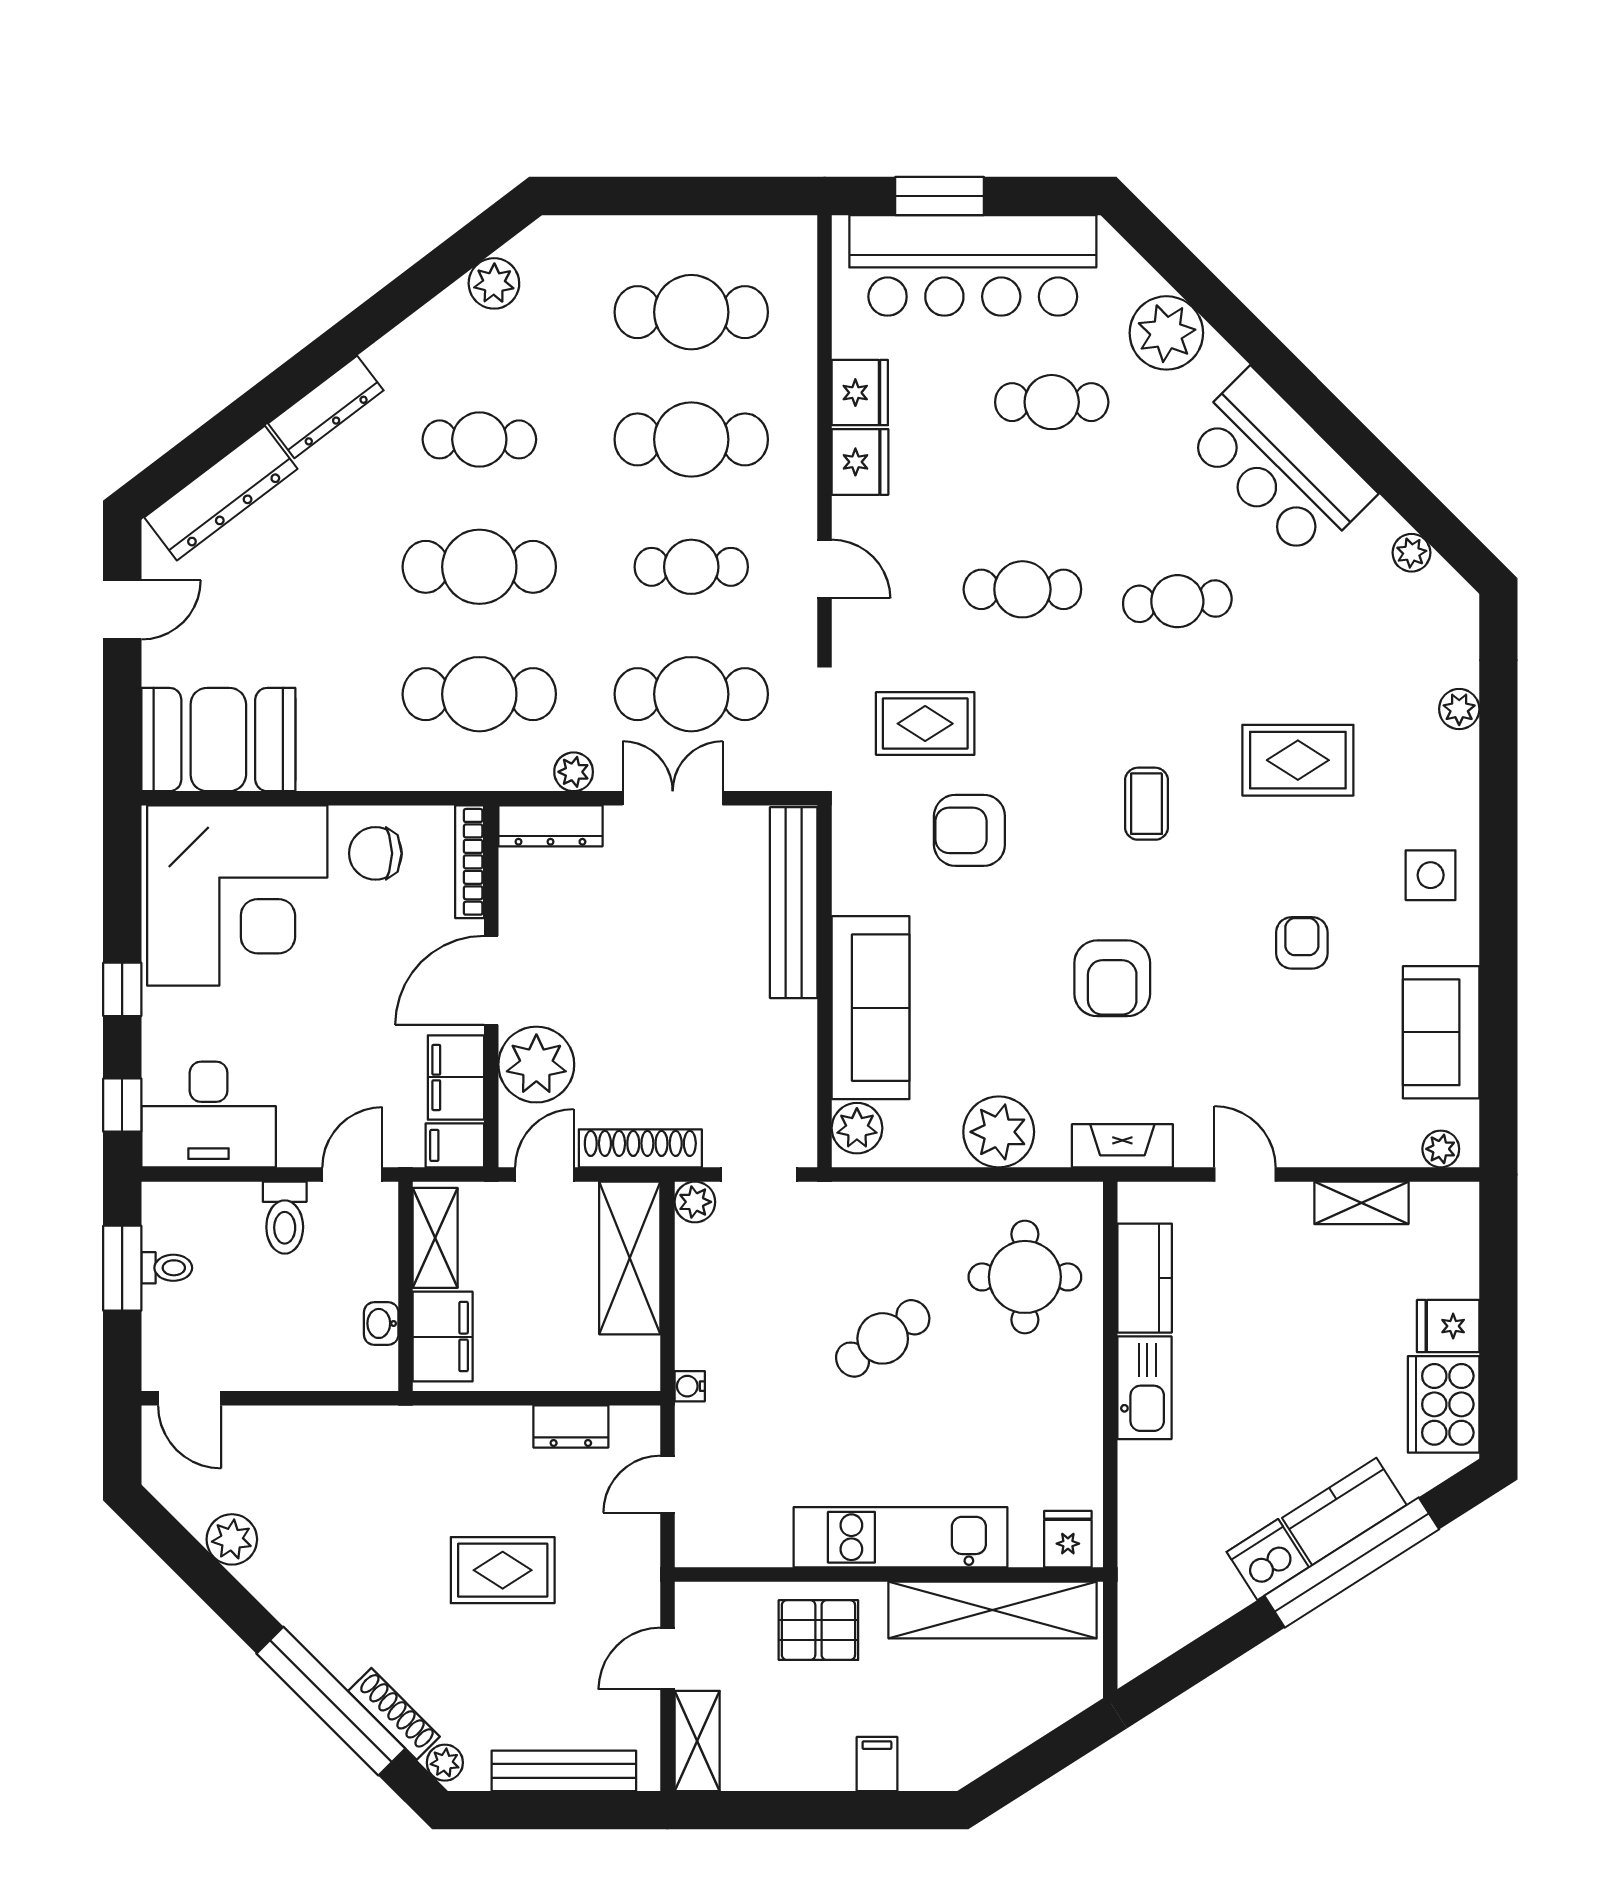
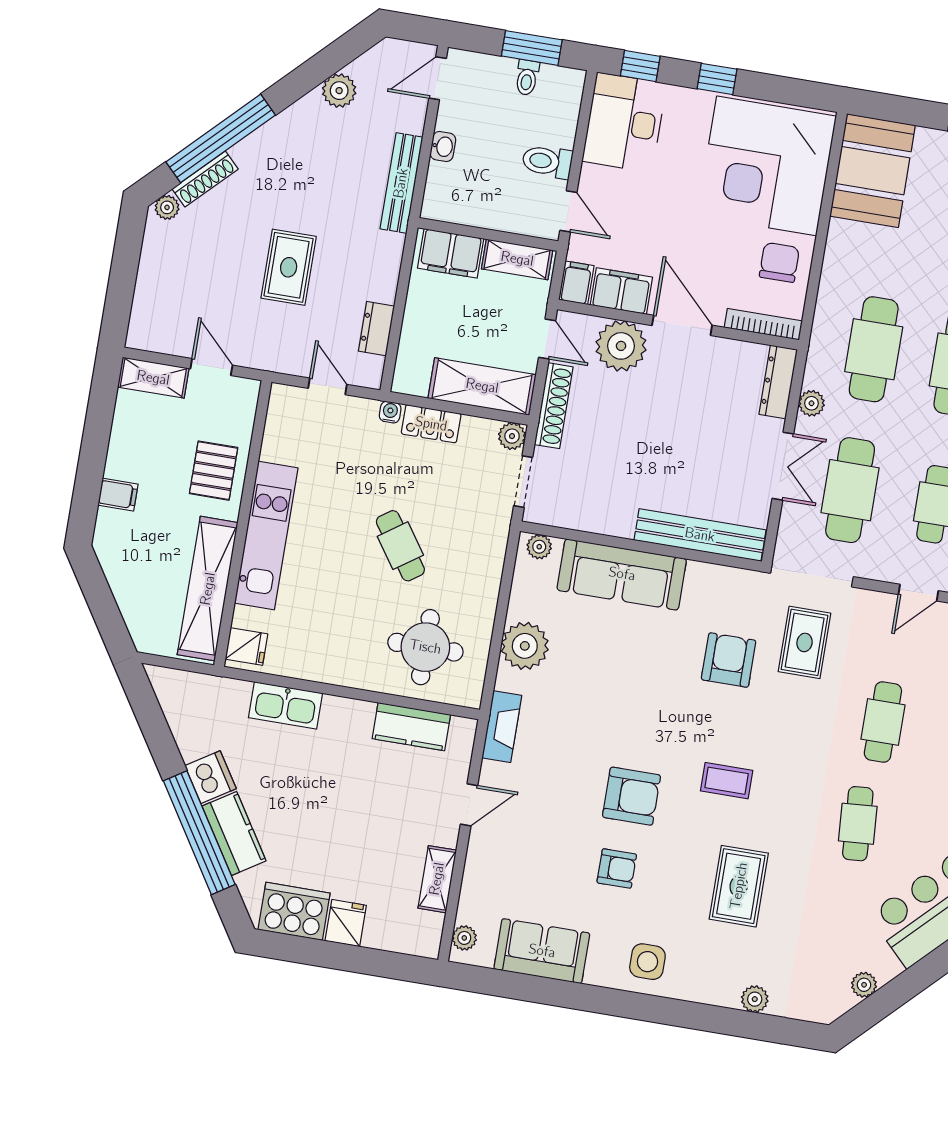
armchair: (1112, 978) -> (631, 796), moved, turned 180
plant: (857, 1128) -> (539, 547), width x0.73, depth x0.73
washbasin: (381, 1323) -> (443, 146), moved, turned 90
locker: (697, 1323) -> (431, 424), added
kitchen sink: (1144, 1388) -> (285, 705), moved
bench: (564, 1771) -> (401, 183), moved

